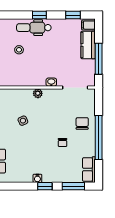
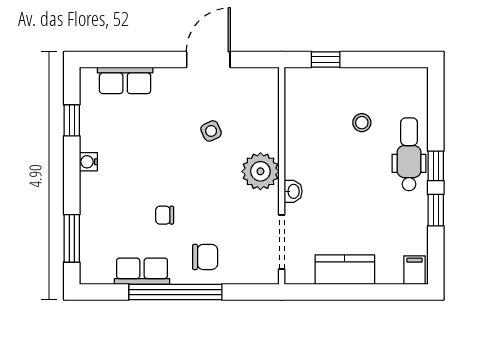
window: (73, 15) -> (436, 210), moved
kitchen counter: (88, 45) -> (345, 270), moved
window: (99, 59) -> (343, 292), removed
plant: (38, 93) -> (260, 171), width x1.88, depth x1.88
row of seats: (89, 170) -> (142, 271), moved
window: (45, 186) -> (72, 120), moved

